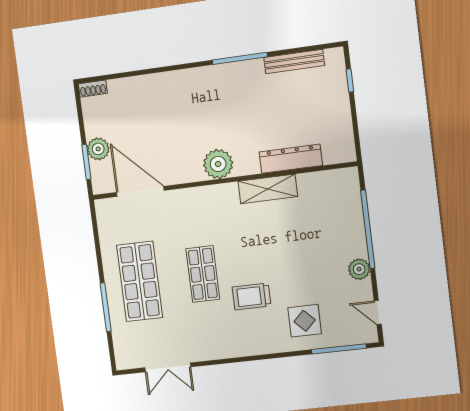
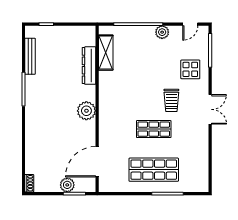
shelving: (268, 189) -> (106, 53), moved
double door: (168, 367) -> (210, 109), moved

